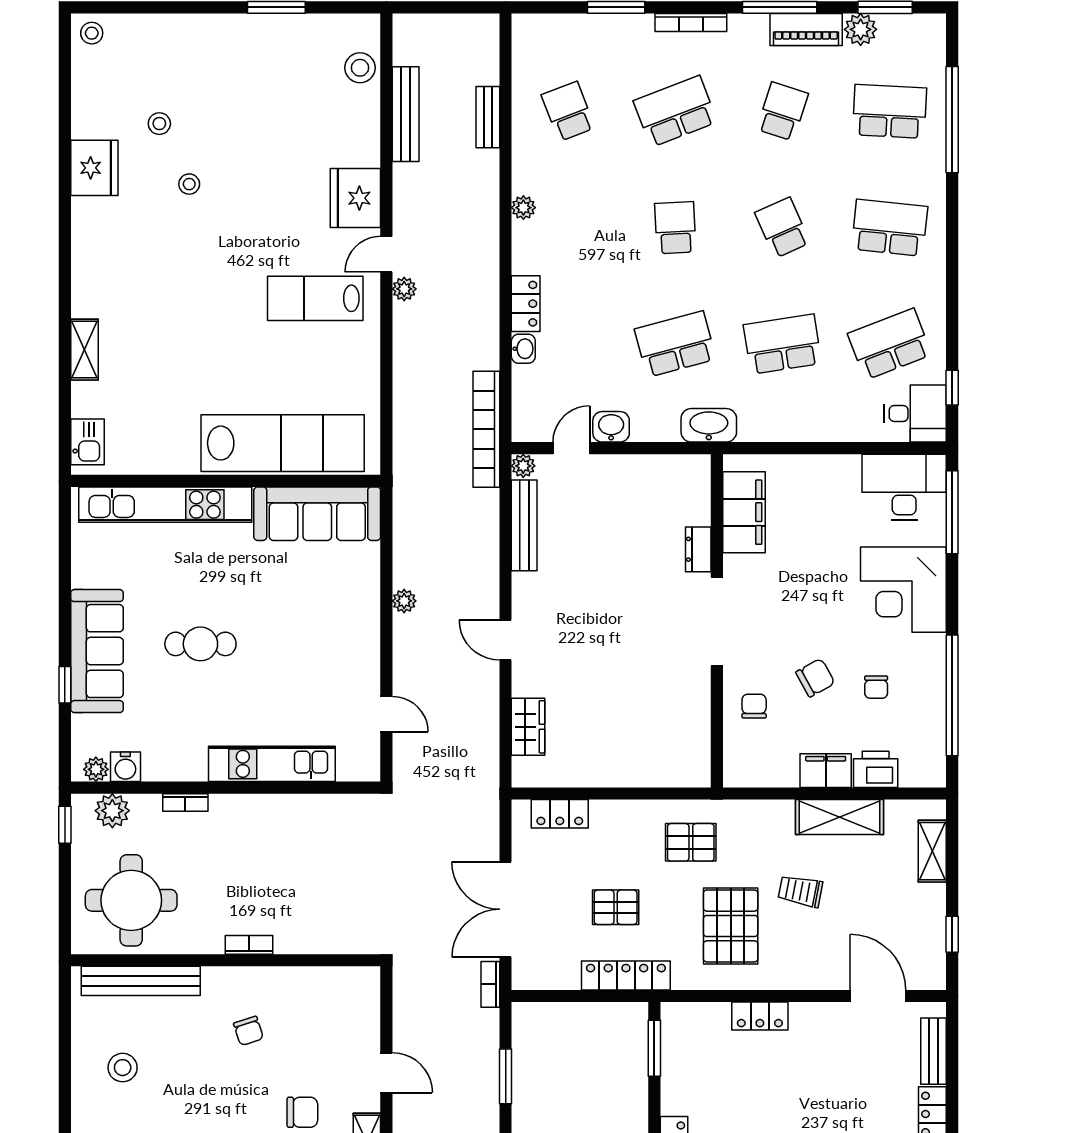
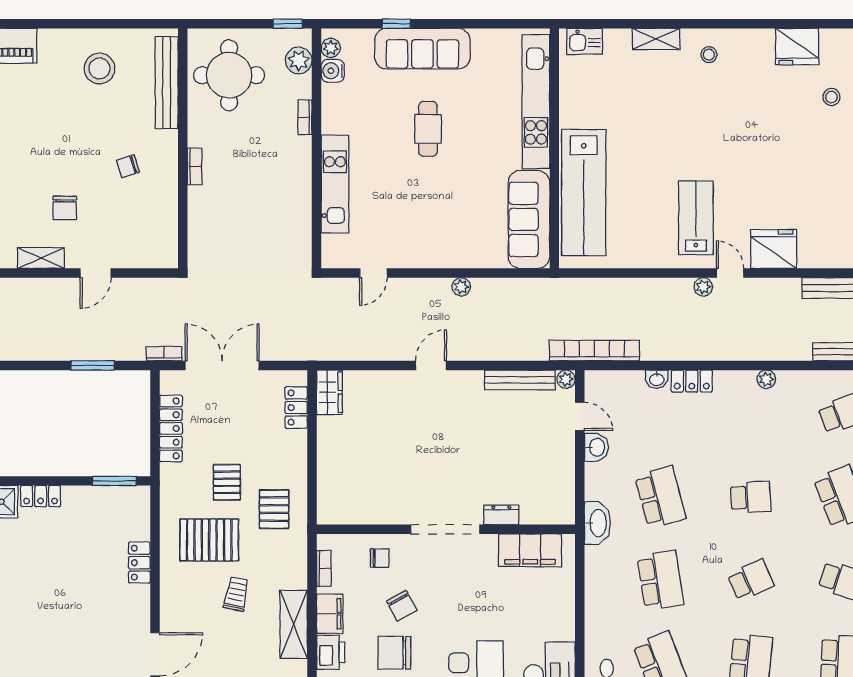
stool: (189, 184) -> (709, 55), moved
chair: (876, 687) -> (394, 653), width x1.87, depth x1.87
wardrobe: (528, 727) -> (329, 392), moved, turned -90
bookcase: (767, 778) -> (324, 568), added
pallet: (616, 907) -> (227, 482), moved
locker: (626, 975) -> (171, 428), moved
stool: (123, 1068) -> (99, 69), width x1.38, depth x1.38

